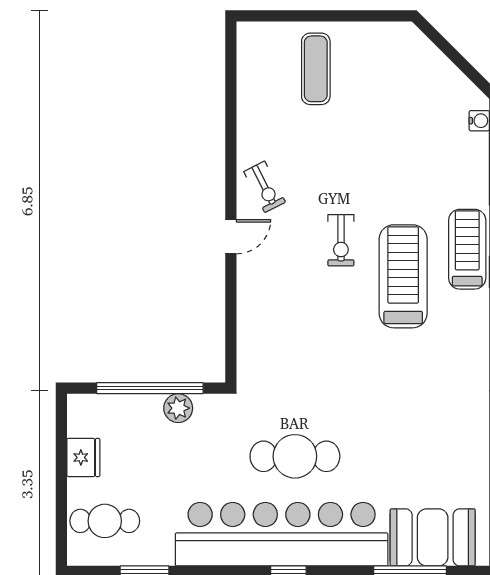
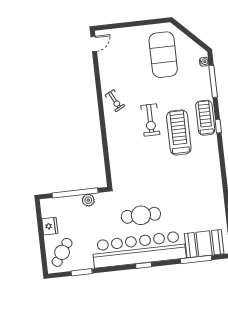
exercise mat: (316, 69) -> (163, 55), moved, width x2.00, depth x1.45
door: (231, 237) -> (94, 44), moved
exercise bike: (341, 240) -> (150, 120), width x1.38, depth x1.39
cafe table: (105, 521) -> (62, 252), turned -56

